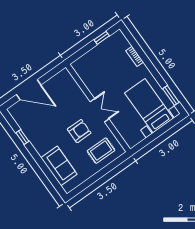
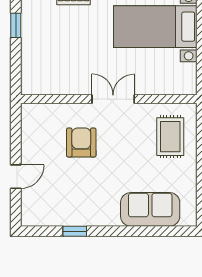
door: (29, 90) -> (16, 177), width x0.53
armchair: (79, 131) -> (81, 142), moved

